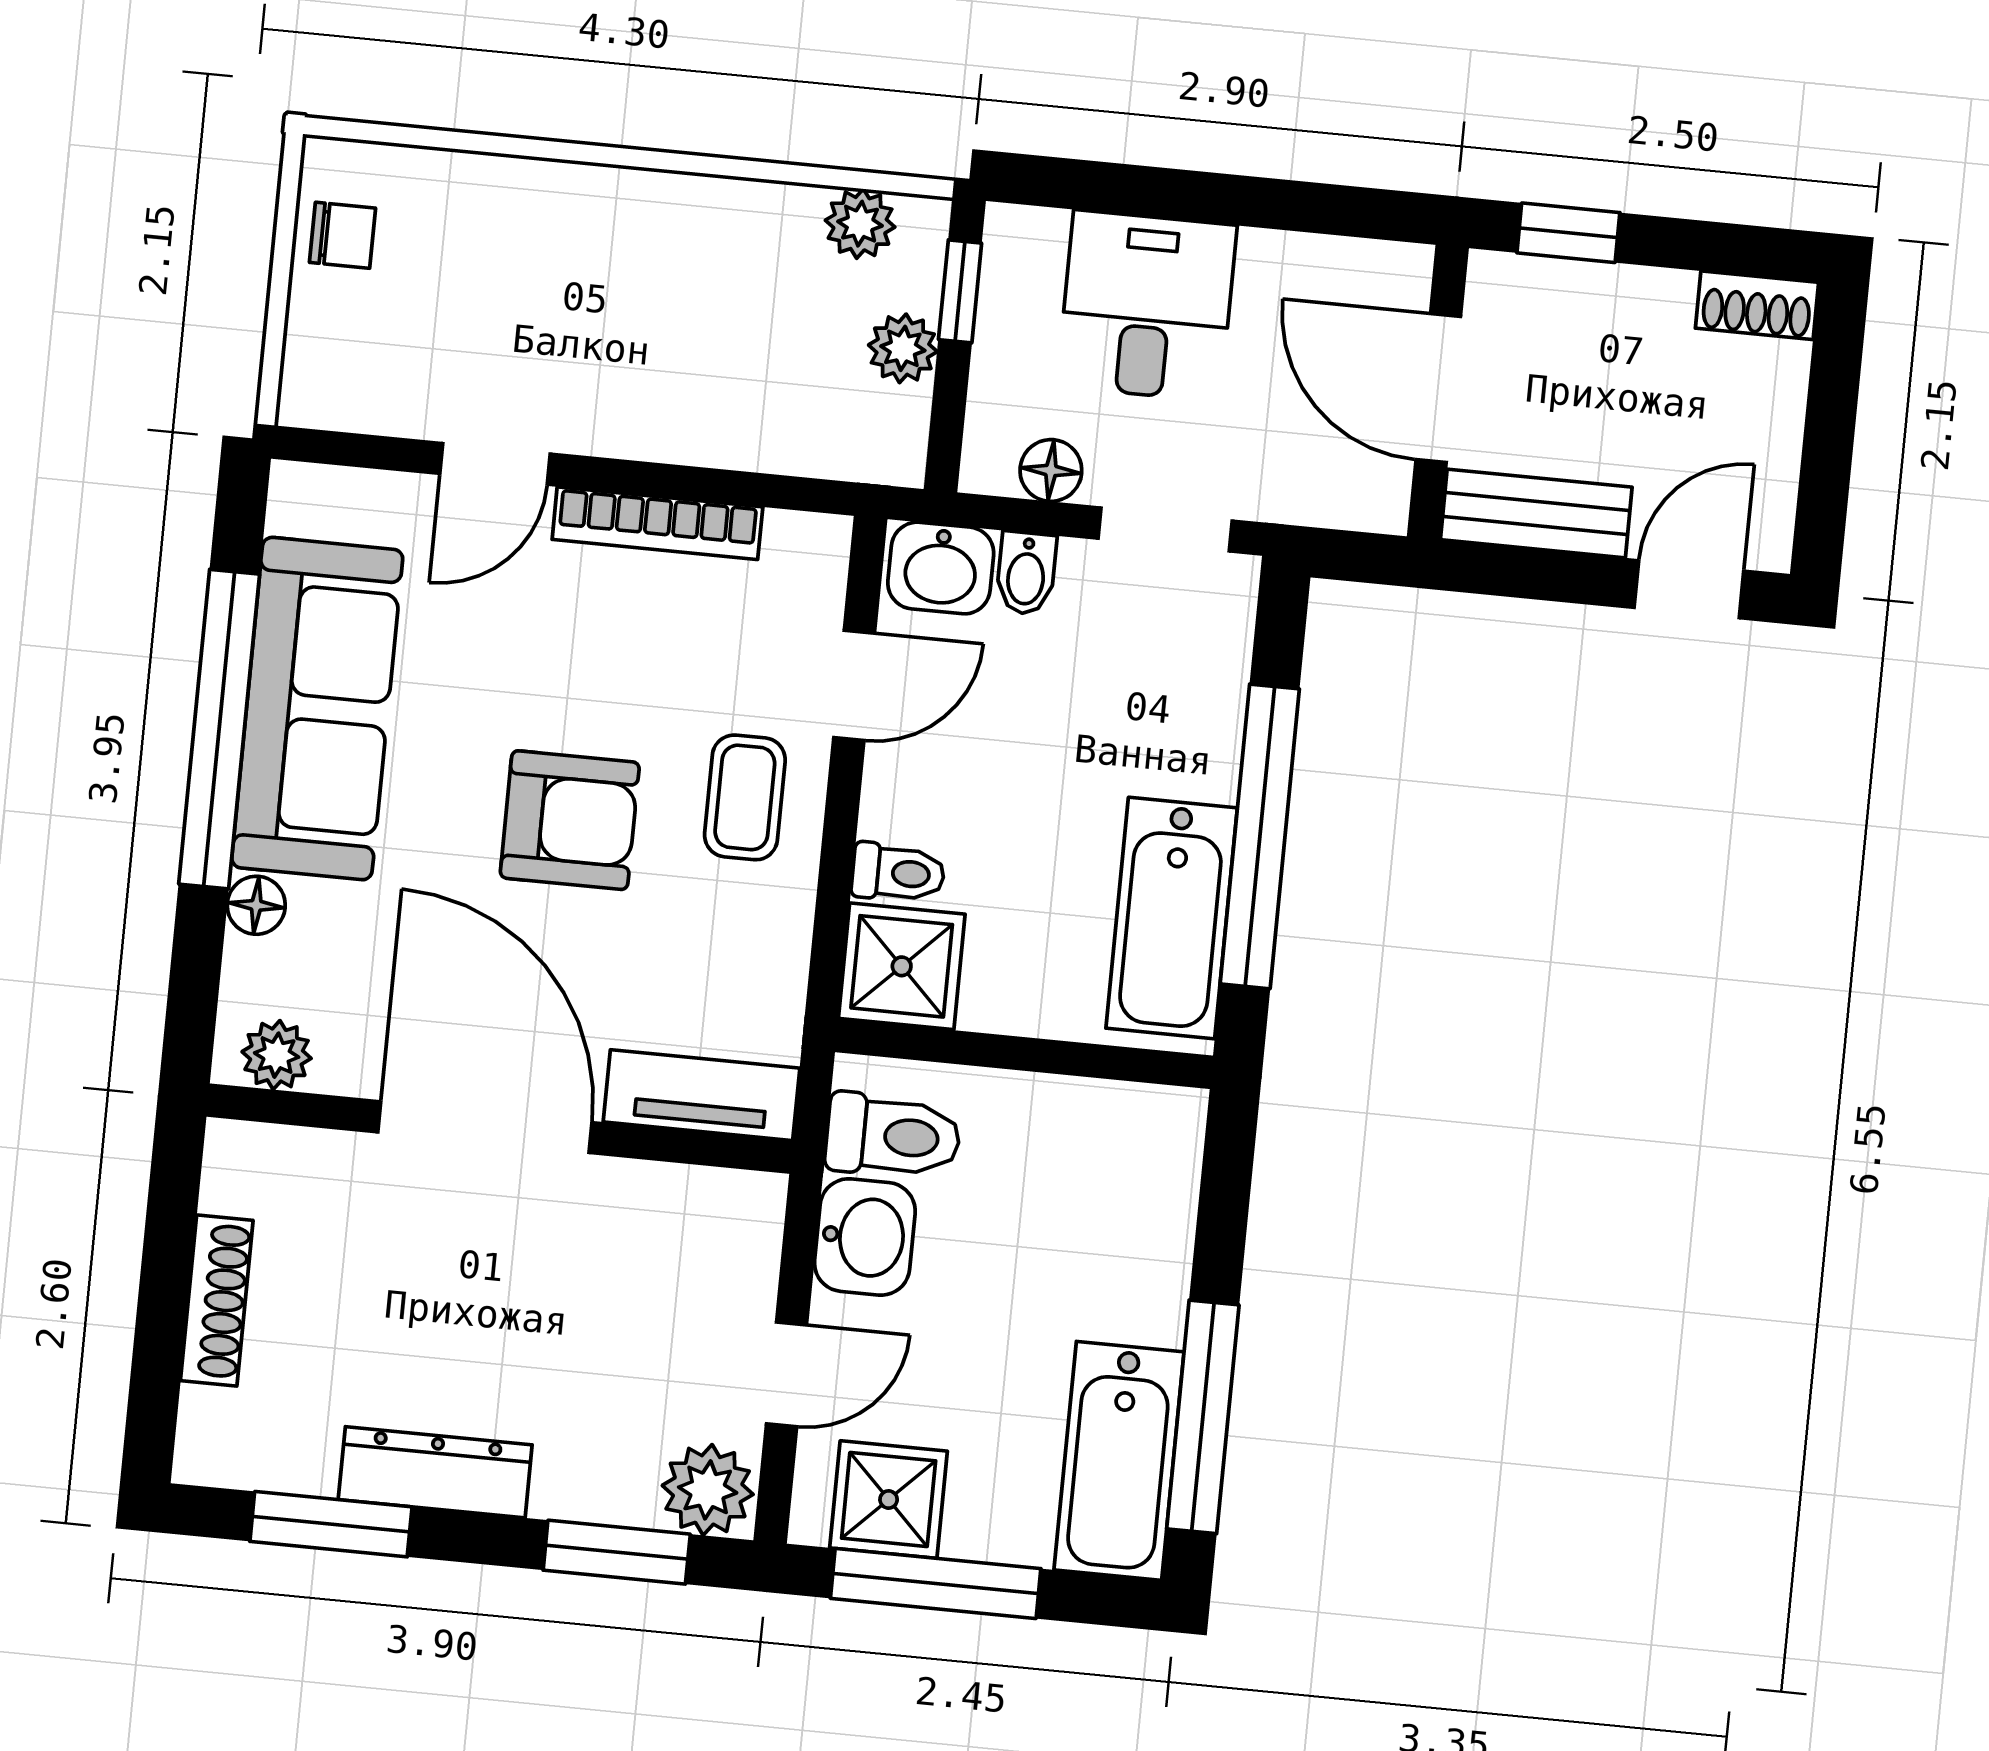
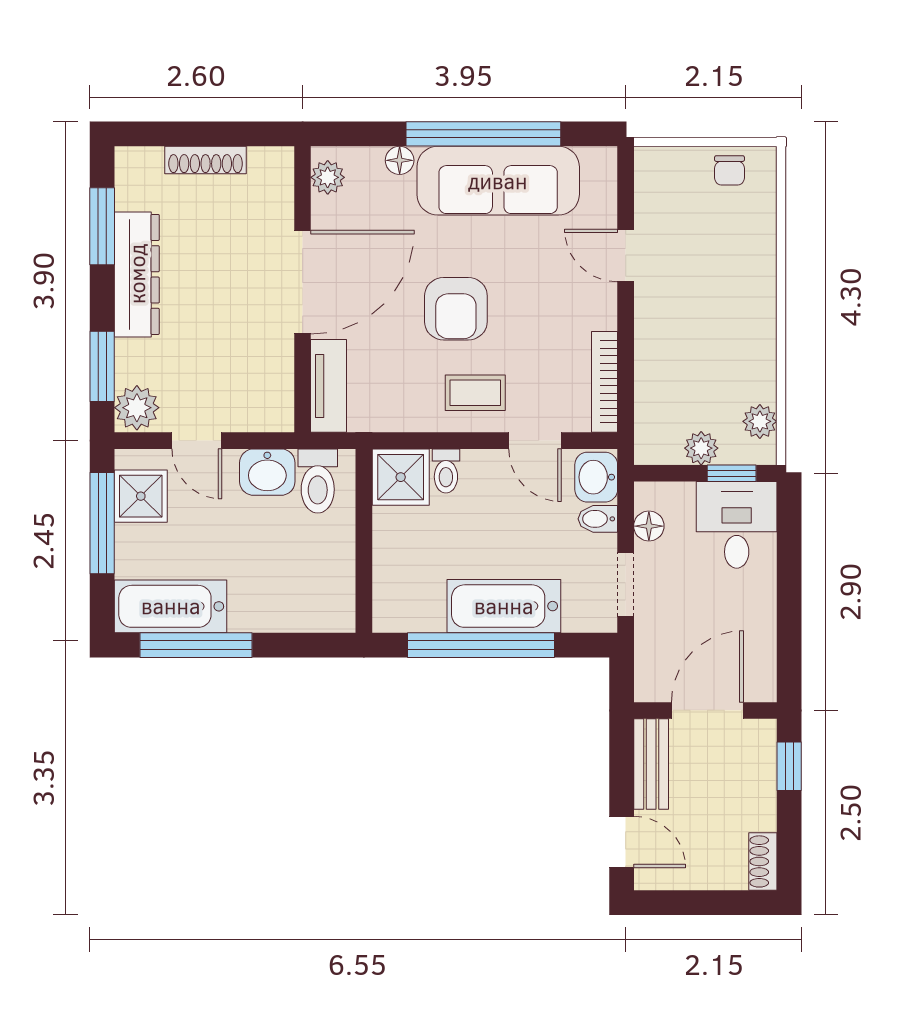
desk: (1147, 306) -> (737, 525), moved, turned -90
bookcase: (657, 523) -> (605, 382), moved
bathtub: (1172, 918) -> (504, 606), moved
dresser: (435, 1472) -> (137, 274), width x1.37, depth x1.24

